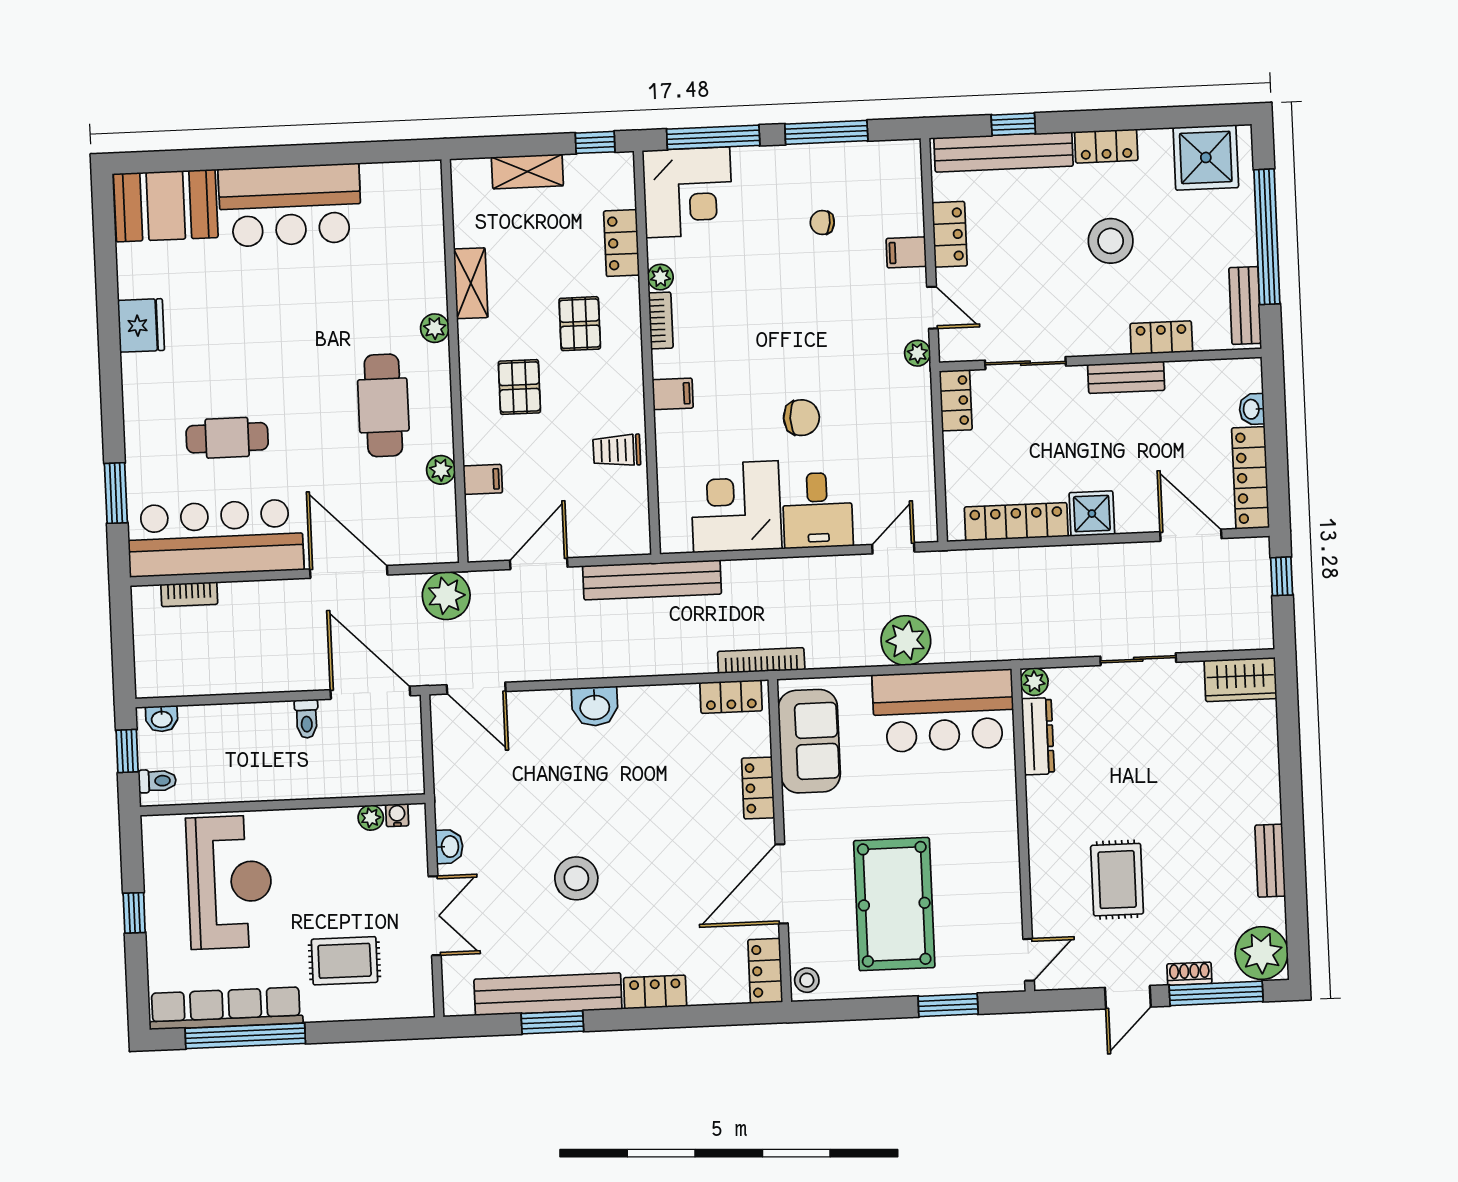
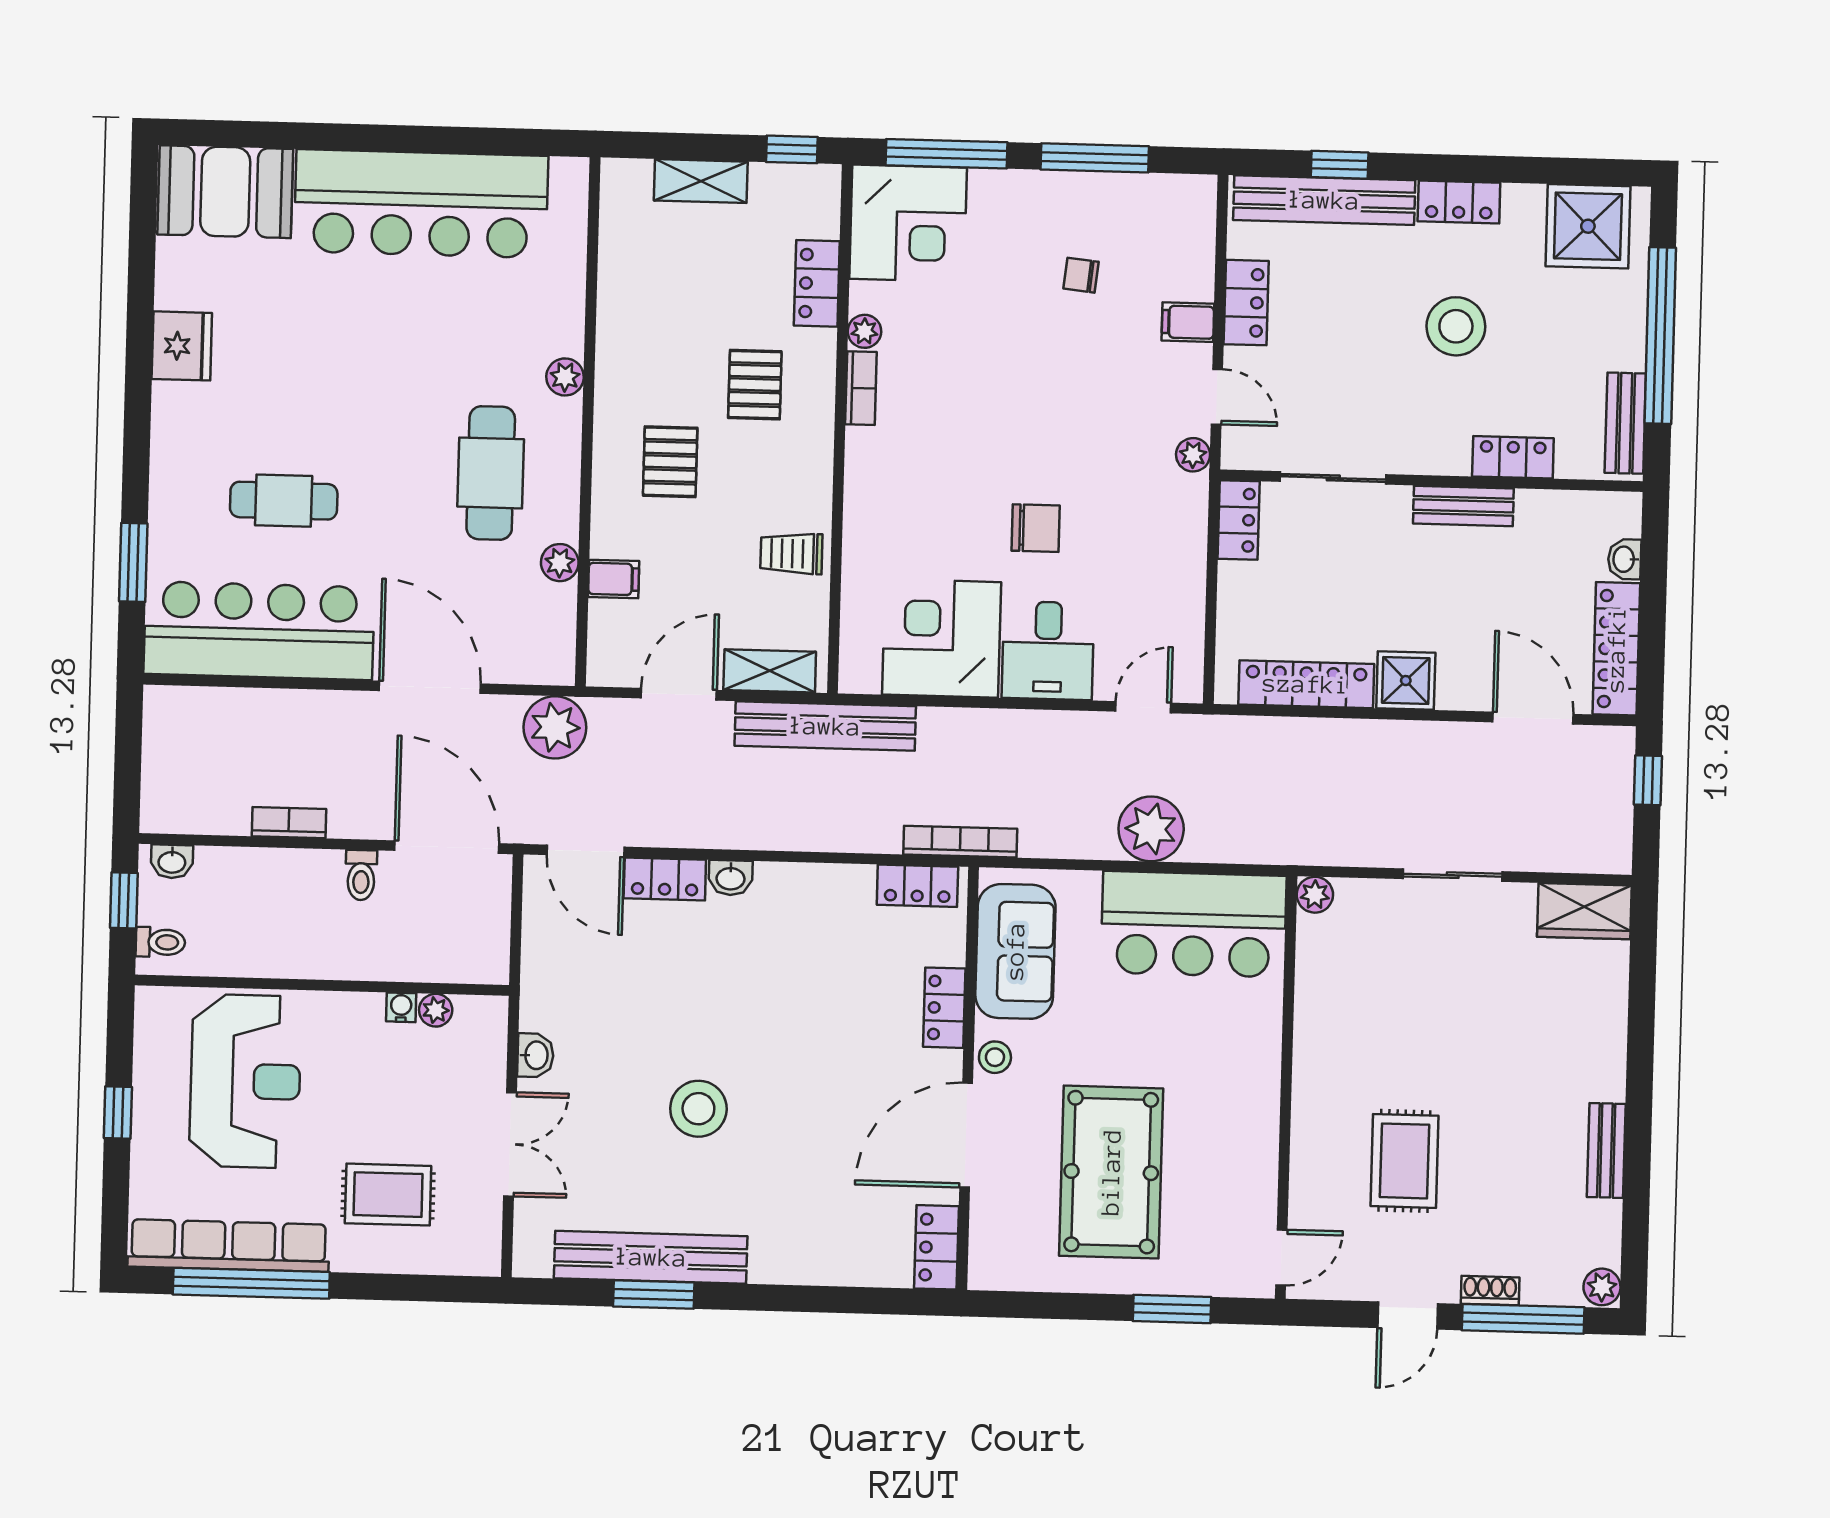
bar counter: (290, 205) -> (421, 204), width x1.36
shelving: (471, 283) -> (770, 671), moved, turned 90
filing cabinet: (673, 394) -> (870, 485), removed
bookcase: (189, 594) -> (289, 823), moved, turned 180
washbasin: (595, 706) -> (731, 878), width x0.72, depth x0.69
dresser: (1038, 736) -> (1314, 966), removed
water cooler: (397, 815) -> (401, 1007), moved
plant: (1262, 953) -> (1602, 1287), width x0.53, depth x0.53
stool: (807, 980) -> (995, 1057), moved
locker: (655, 992) -> (665, 879), moved, turned 180

